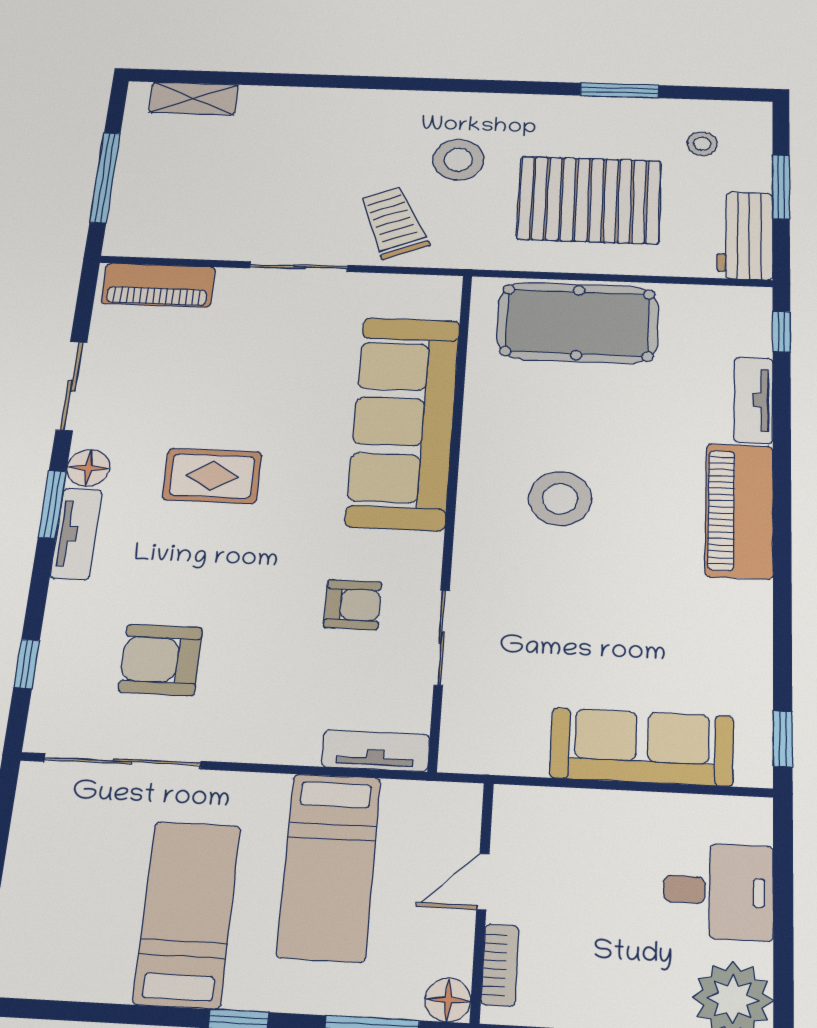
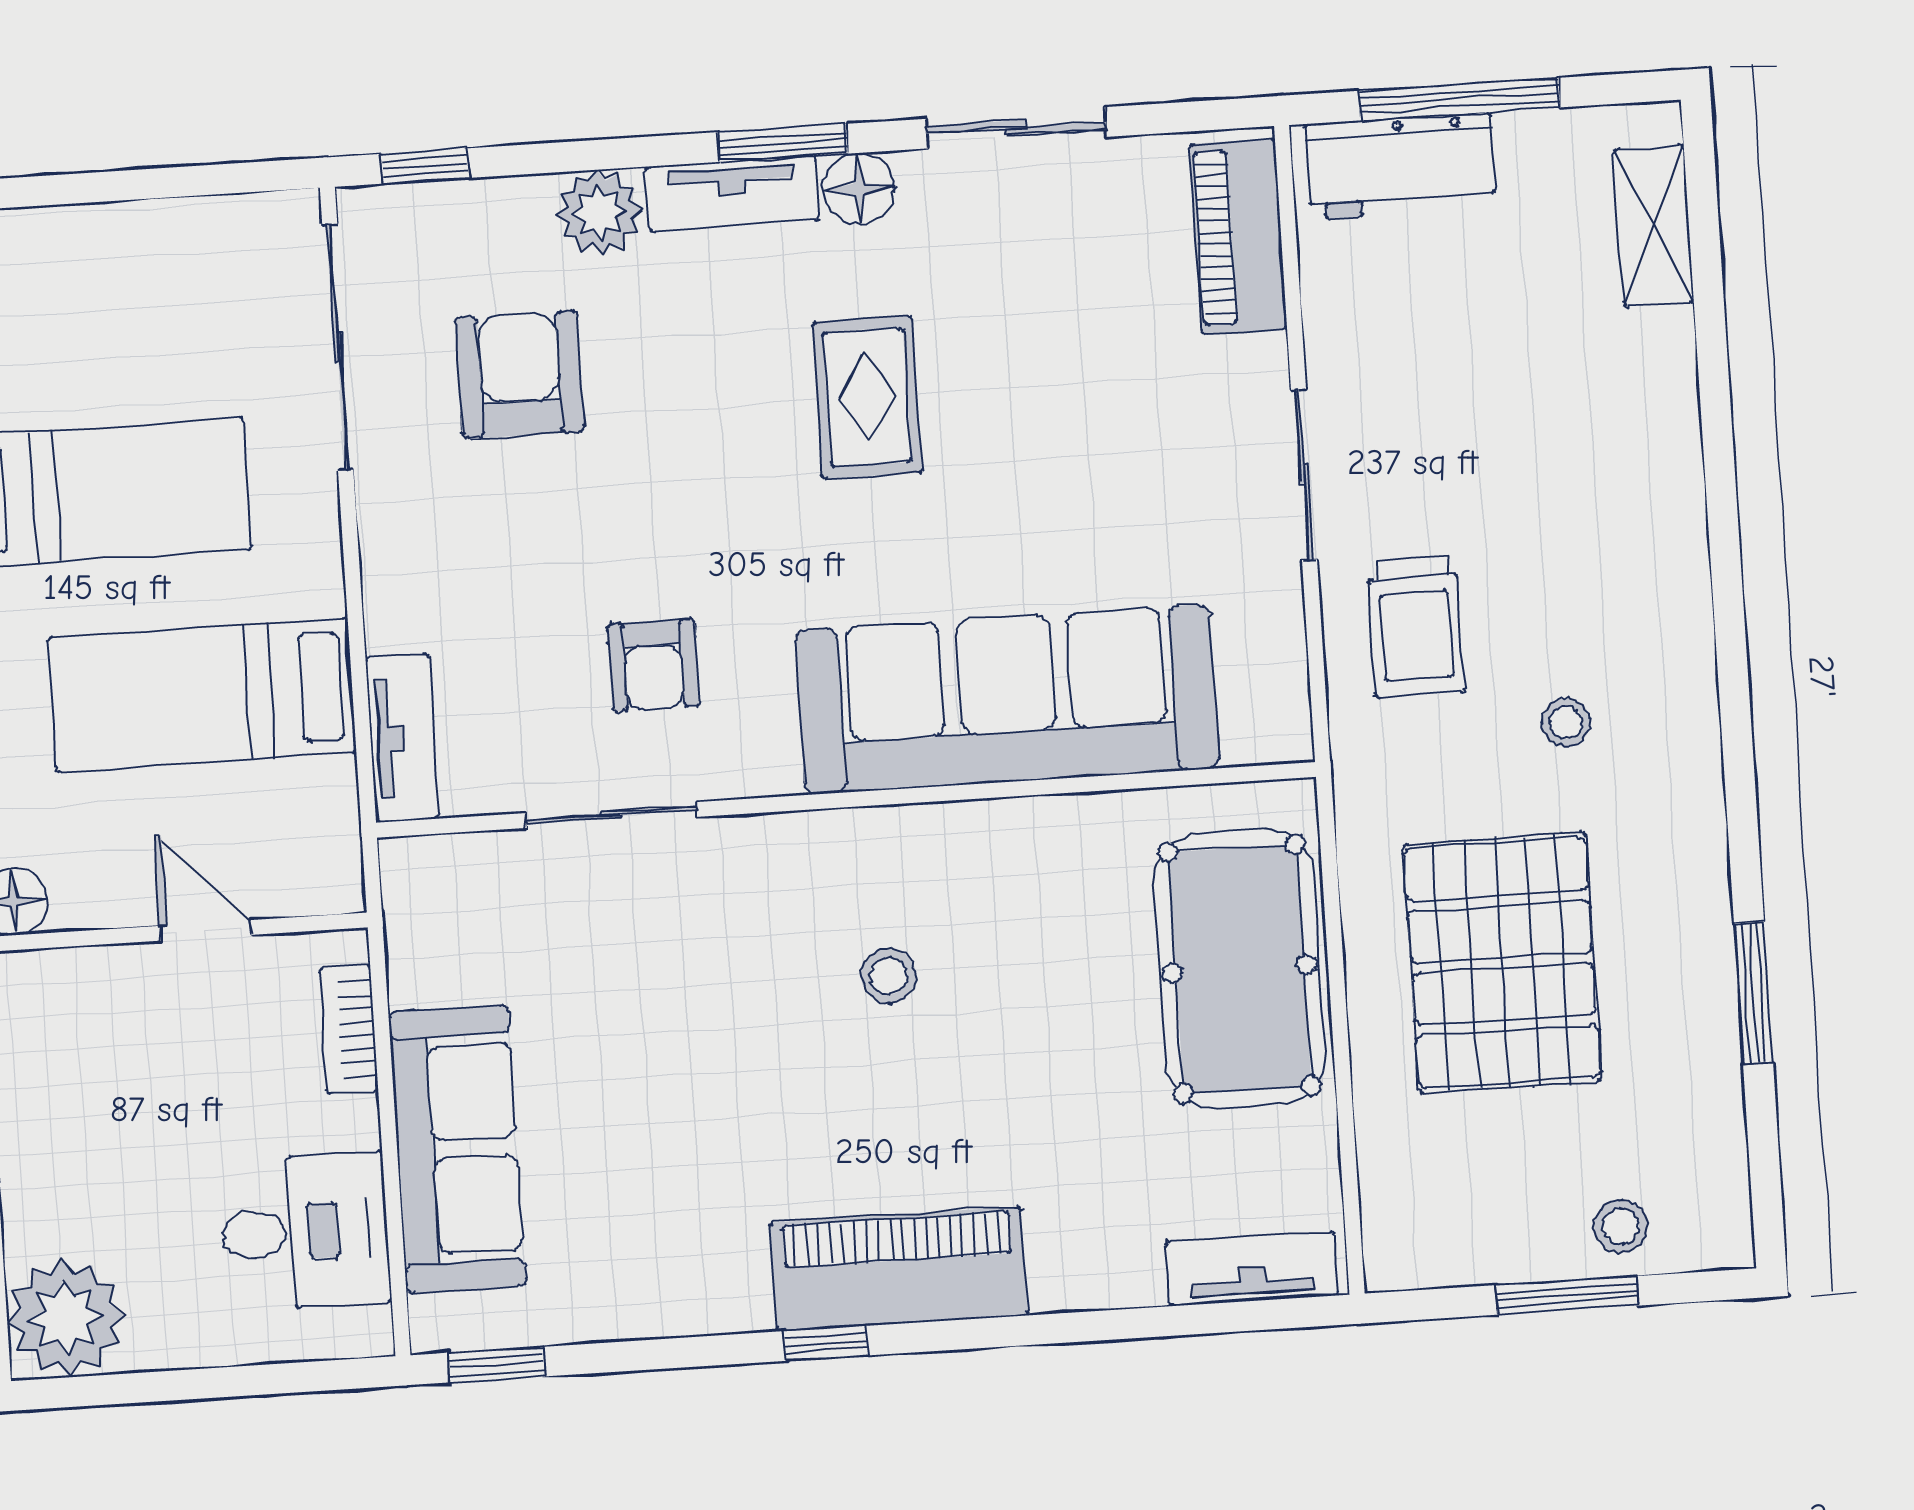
stool: (702, 144) -> (1621, 1226), moved
stool: (458, 160) -> (1566, 722), width x0.53, depth x0.53
trolley: (394, 223) -> (1416, 626), turned 113
workbench: (745, 236) -> (1401, 166), moved, turned 180
window: (781, 332) -> (826, 1343), moved
tv unit: (753, 400) -> (1252, 1269), moved
stool: (560, 499) -> (889, 976), width x0.53, depth x0.53
plant: (71, 606) -> (599, 212), added
window: (27, 664) -> (425, 166), moved
desk: (718, 891) -> (305, 1232), moved, turned -90
bookcase: (500, 965) -> (349, 1029), moved, turned 90

